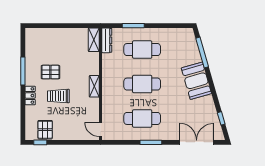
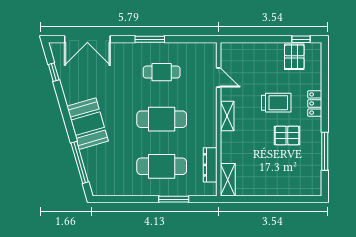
dresser: (107, 40) -> (210, 165), moved
window: (23, 71) -> (325, 151), moved
cafe table: (142, 118) -> (162, 72), width x0.73, depth x0.74
door: (100, 130) -> (219, 78), moved

